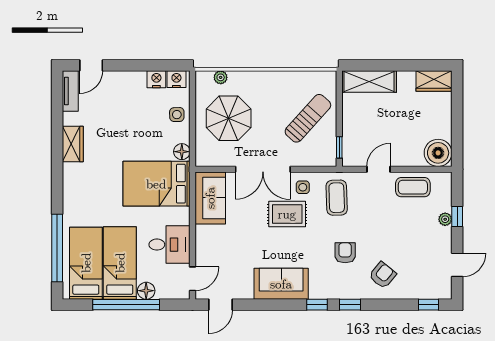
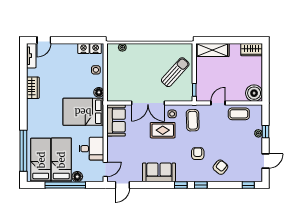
parasol: (229, 118) -> (127, 72), removed

